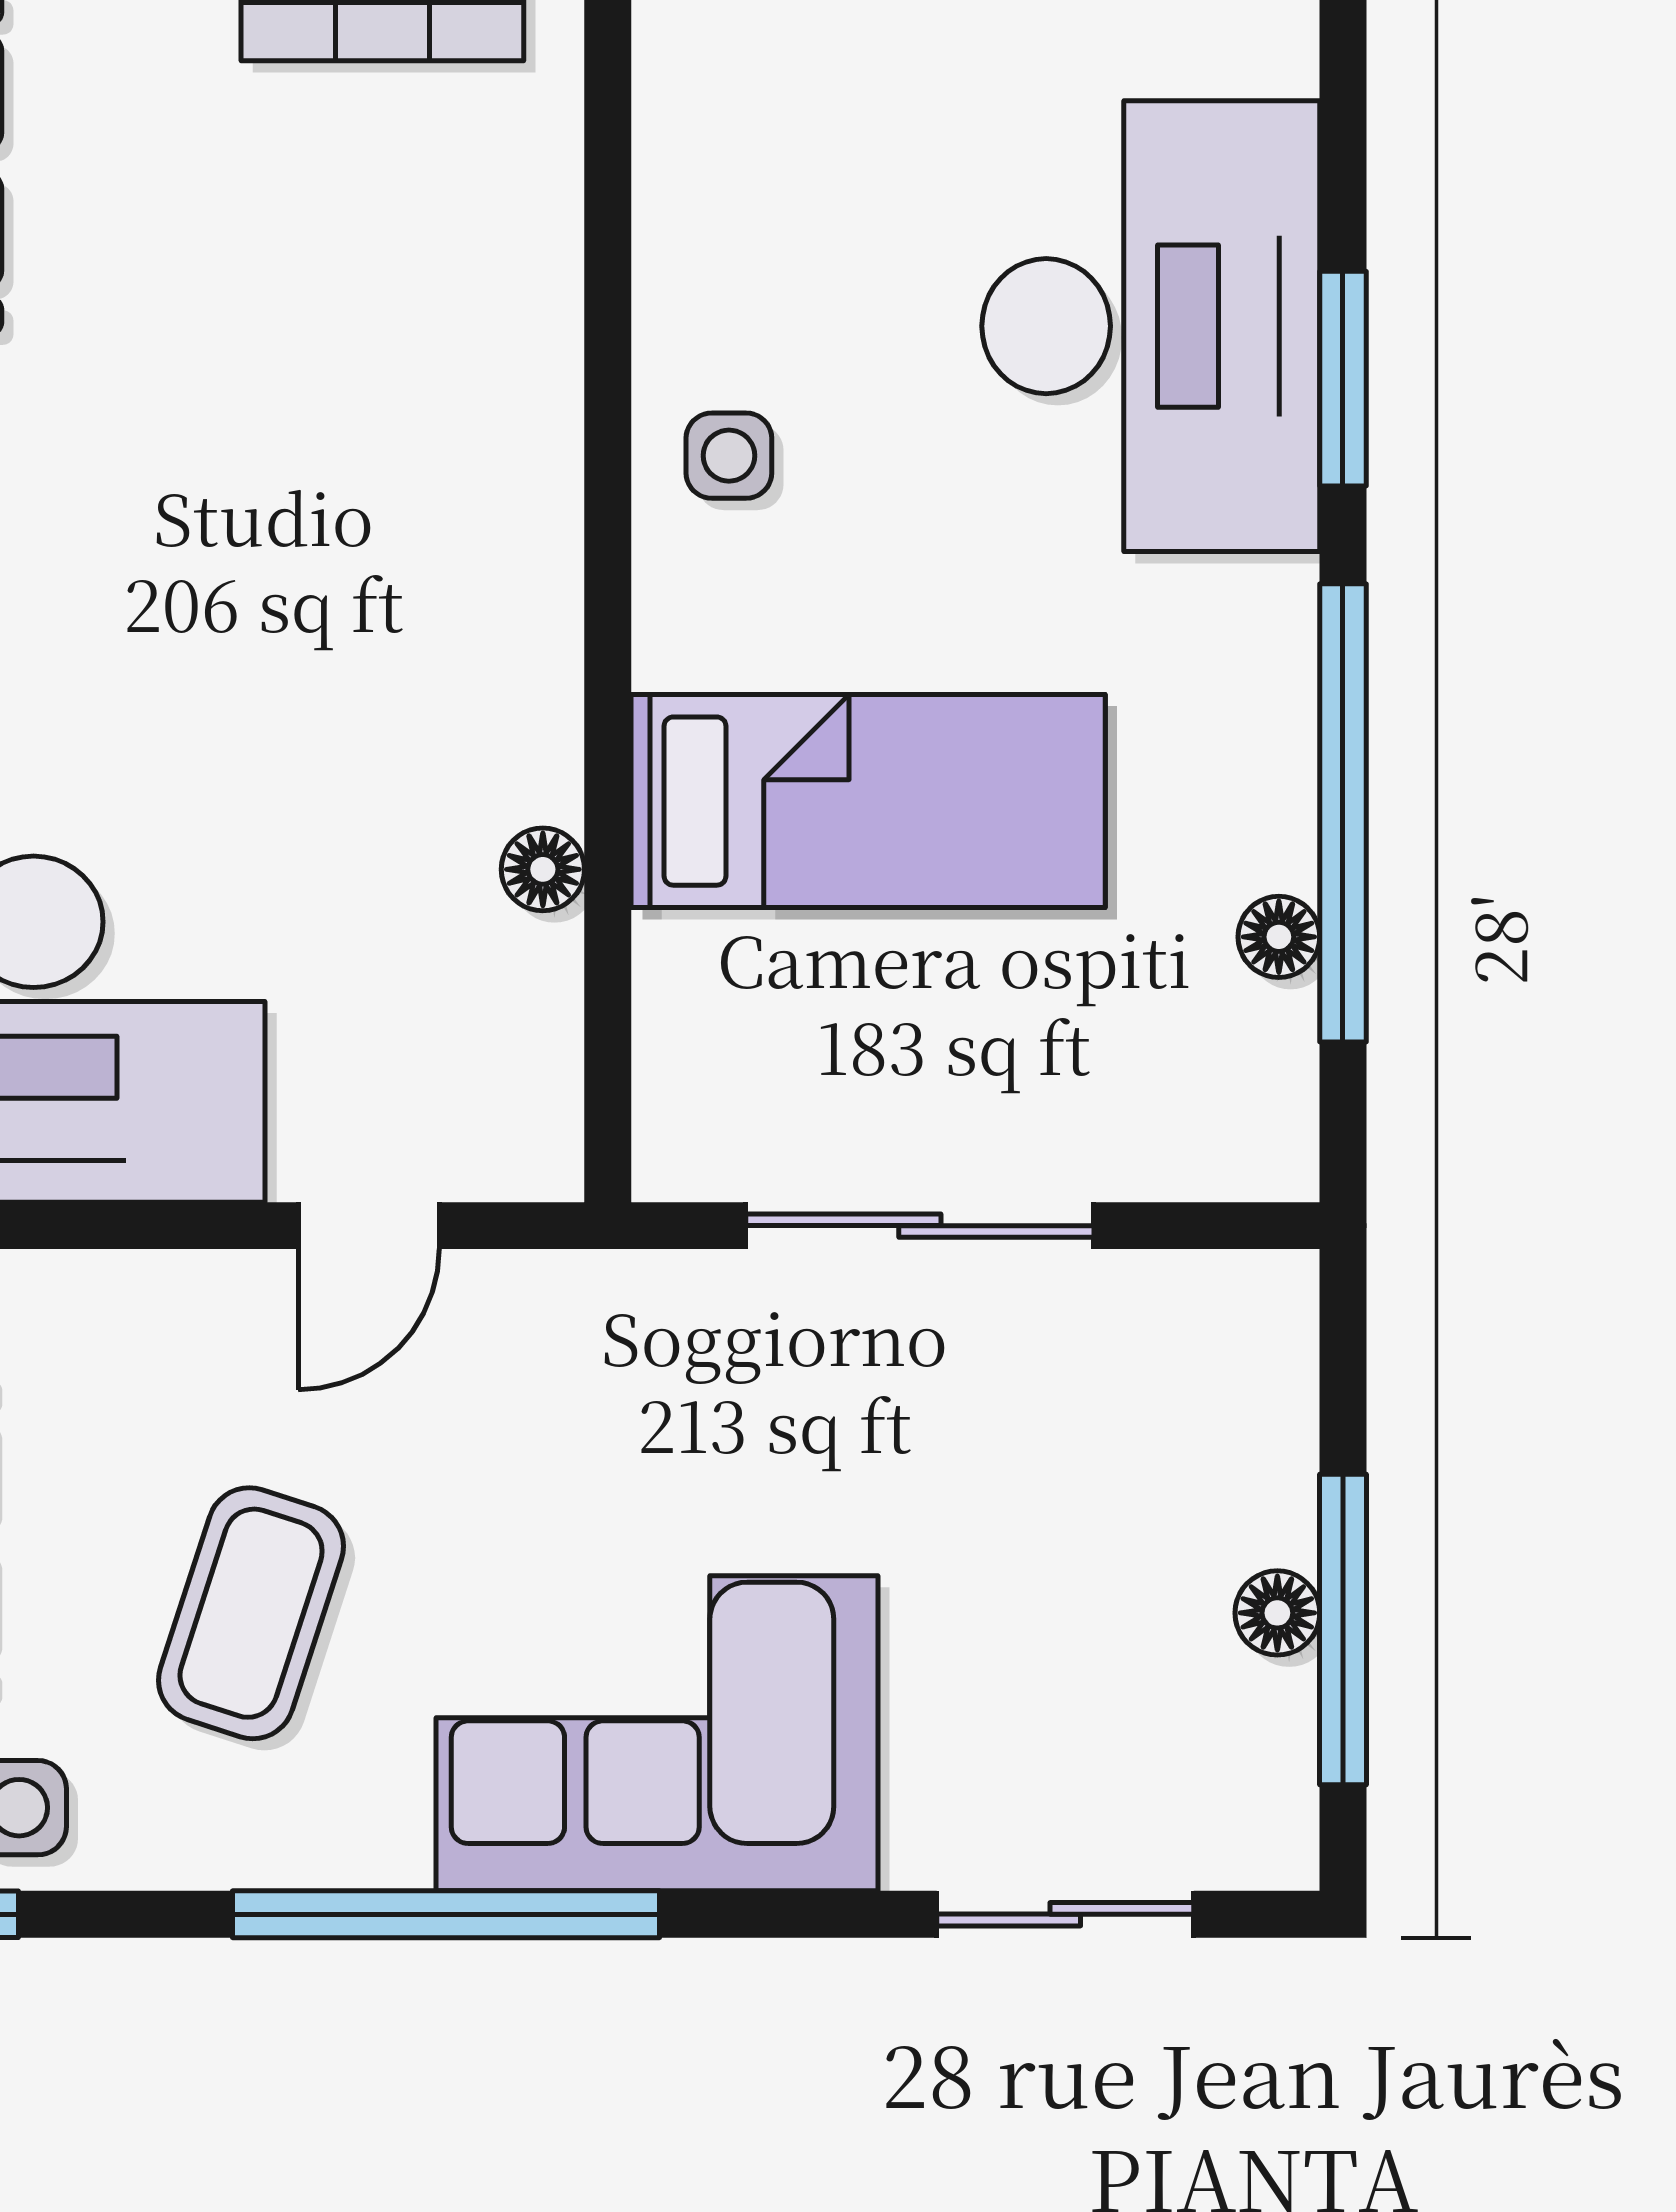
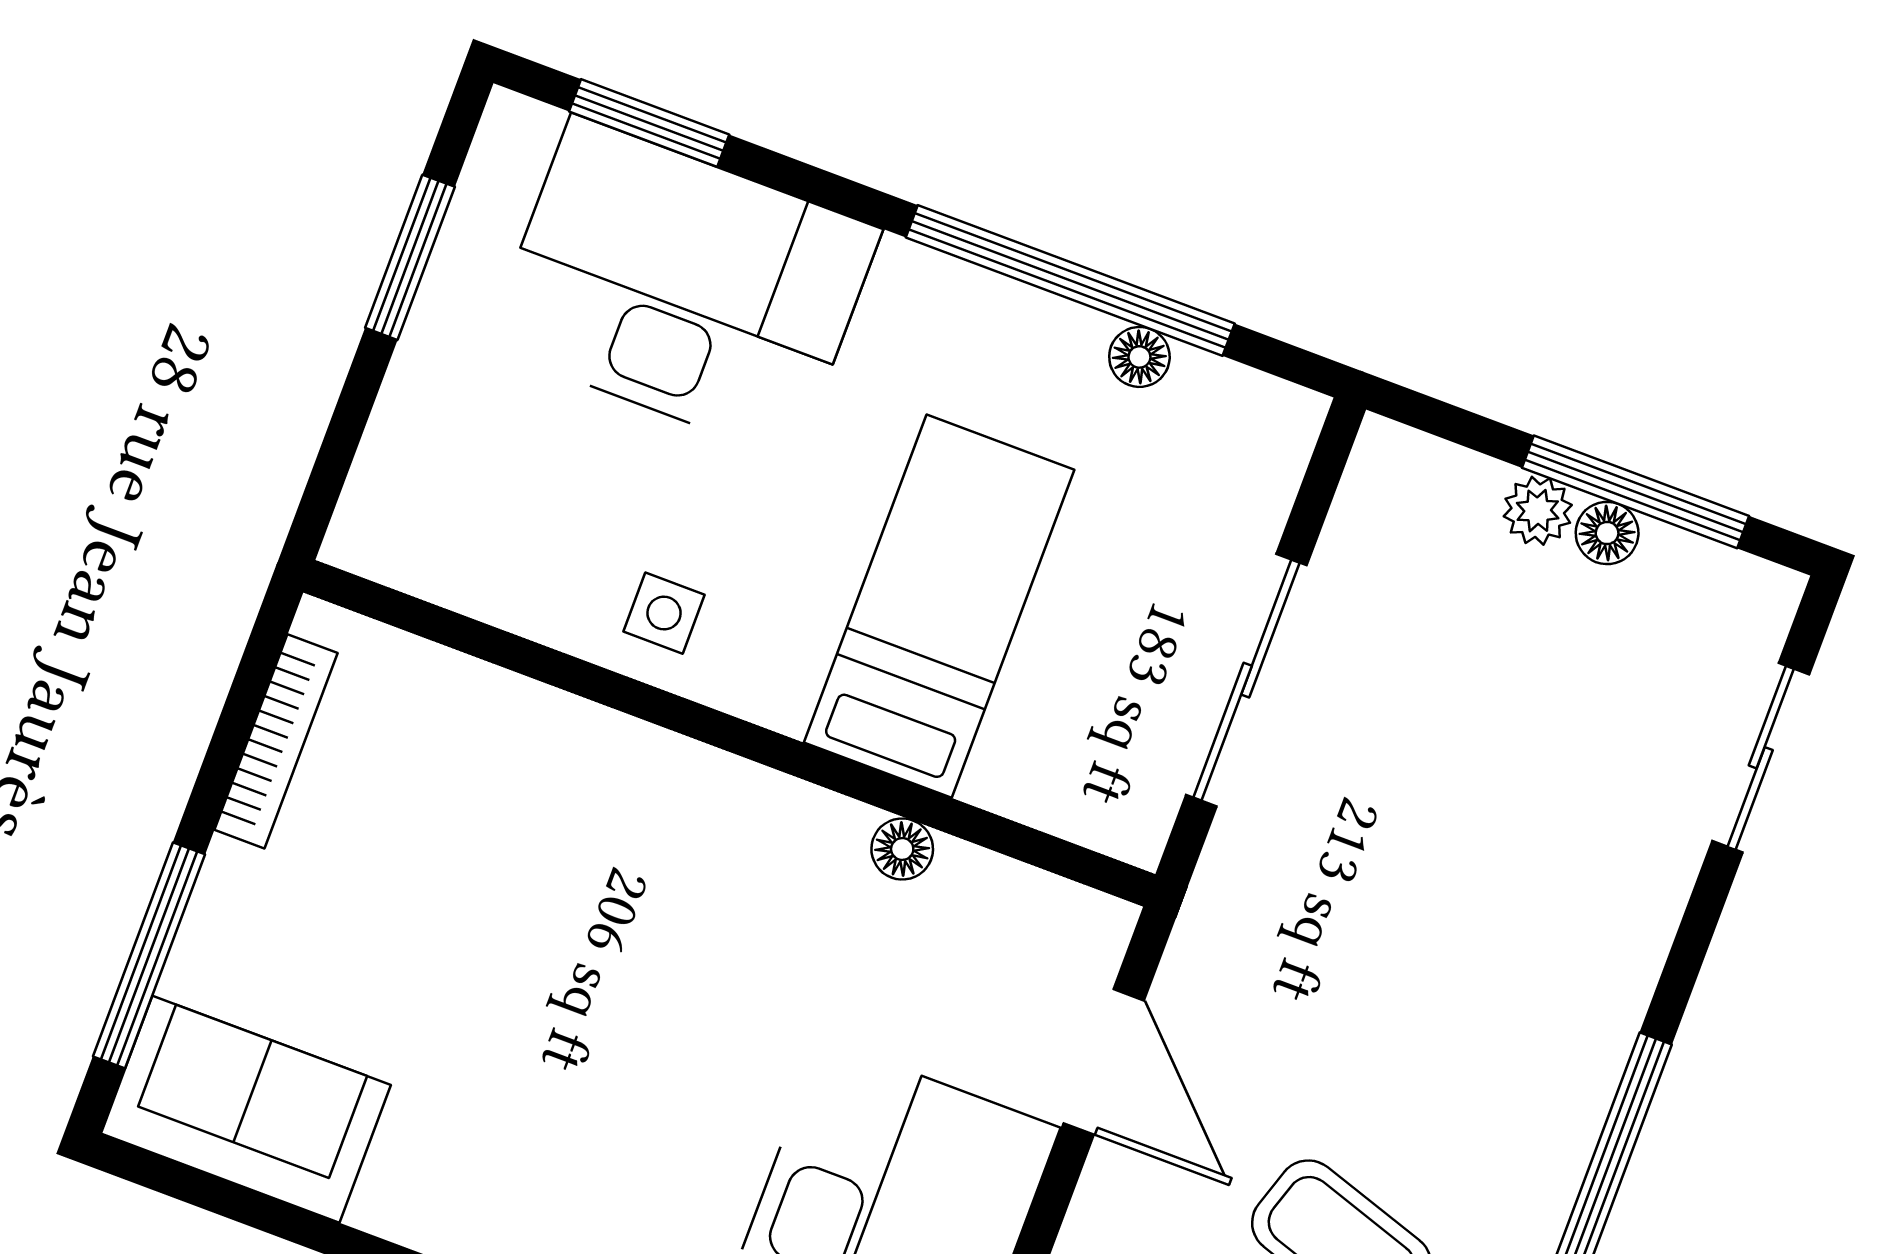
window: (1343, 379) -> (649, 123), moved
door: (369, 1226) -> (1104, 1062), width x1.38
plant: (1273, 1514) -> (1538, 511), added
corner sofa: (657, 1733) -> (1530, 994), removed

